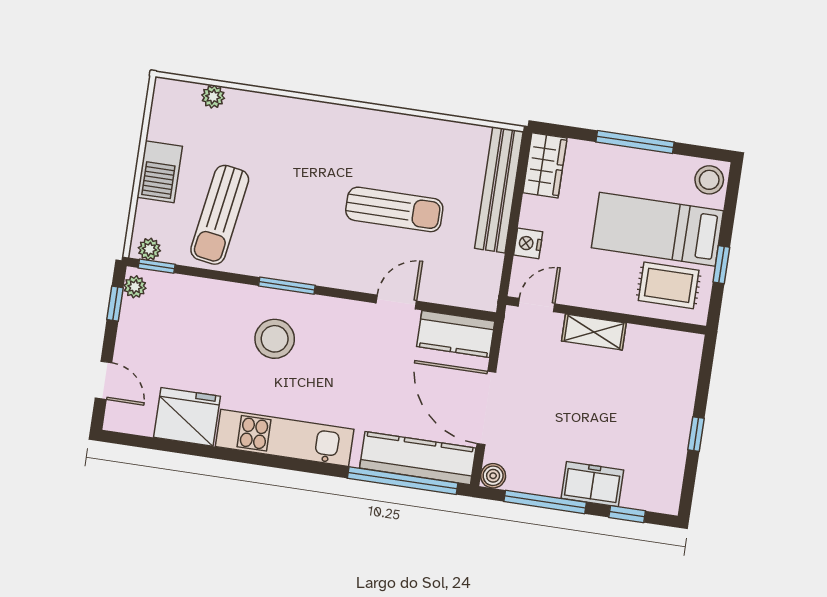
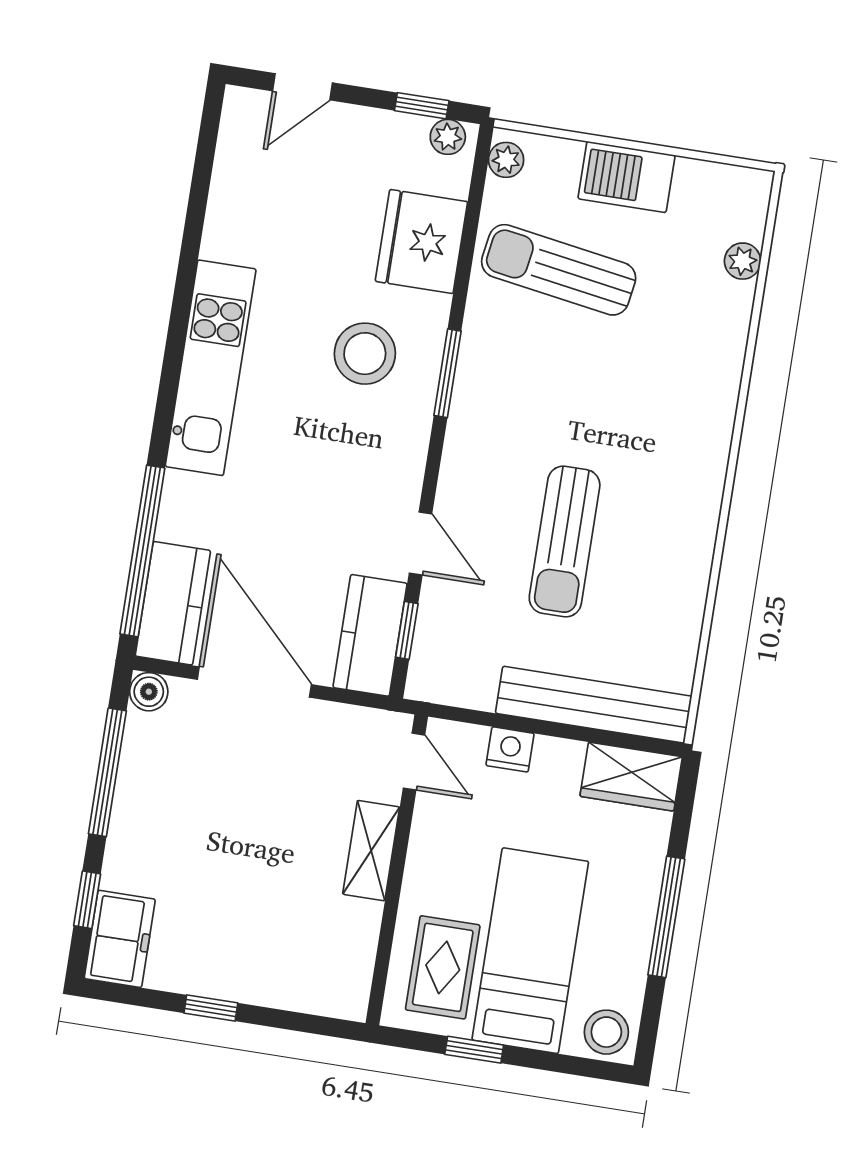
window: (157, 266) -> (407, 630), moved
door: (486, 408) -> (254, 682), hinge flipped
fridge: (187, 417) -> (421, 242), moved, turned 180
kitchen counter: (418, 458) -> (173, 603), width x0.67
freezer: (592, 484) -> (120, 939), moved

